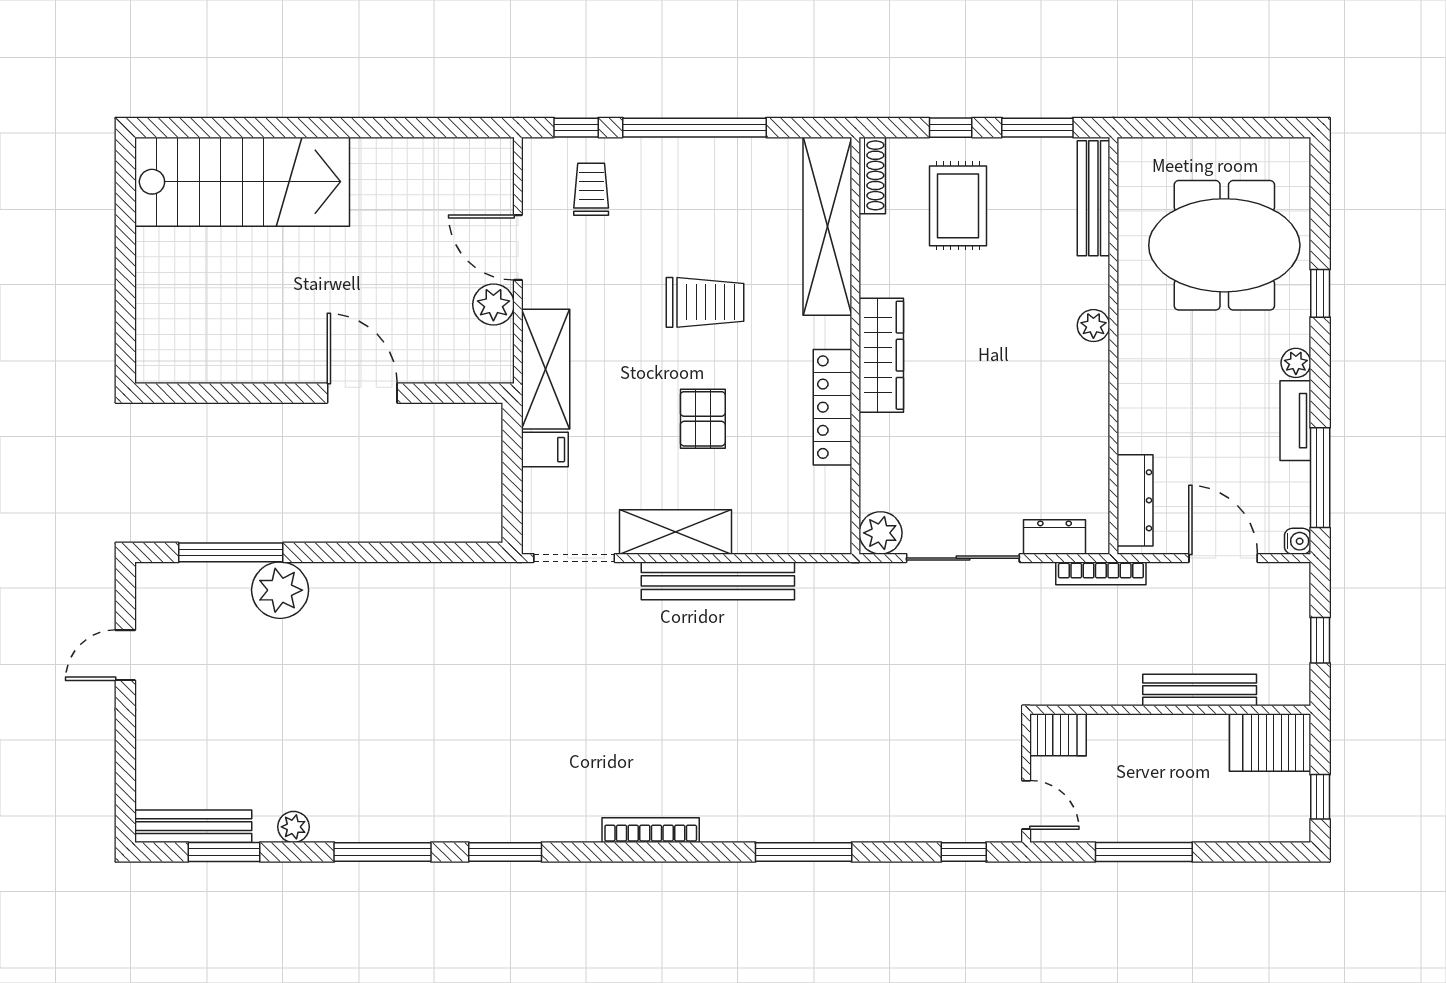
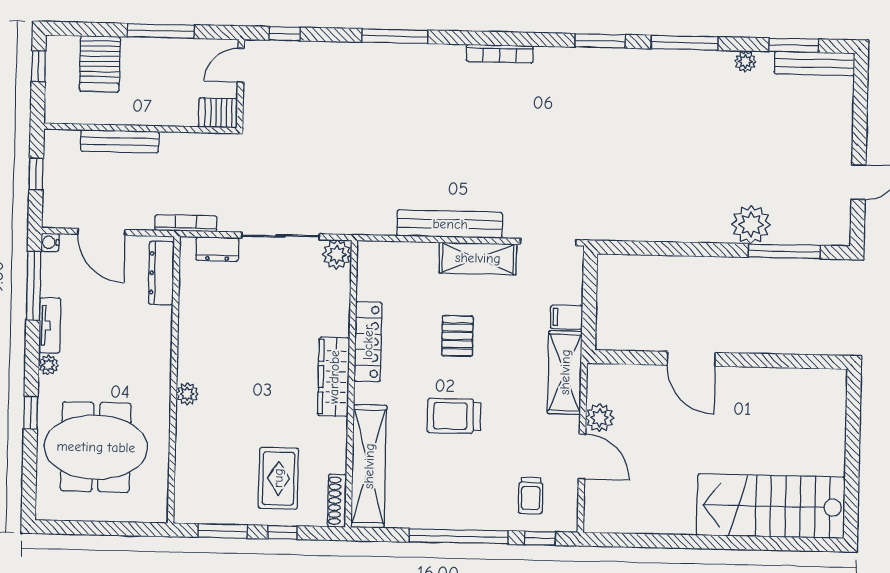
bench: (1093, 198) -> (185, 482), removed
server rack: (1270, 742) -> (100, 64), moved, turned 90
door: (1026, 805) -> (241, 65), hinge flipped

